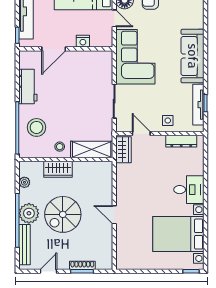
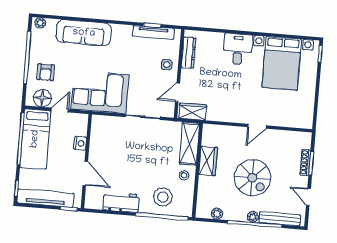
sofa: (193, 56) -> (84, 33), moved
wardrobe: (58, 169) -> (208, 161), moved
plant: (29, 213) -> (253, 217), width x0.53, depth x0.53

